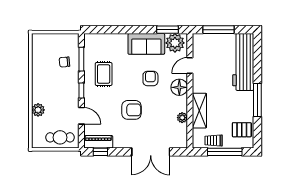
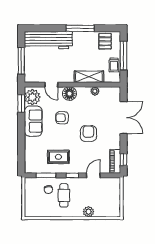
cafe table: (60, 137) -> (64, 195), moved

